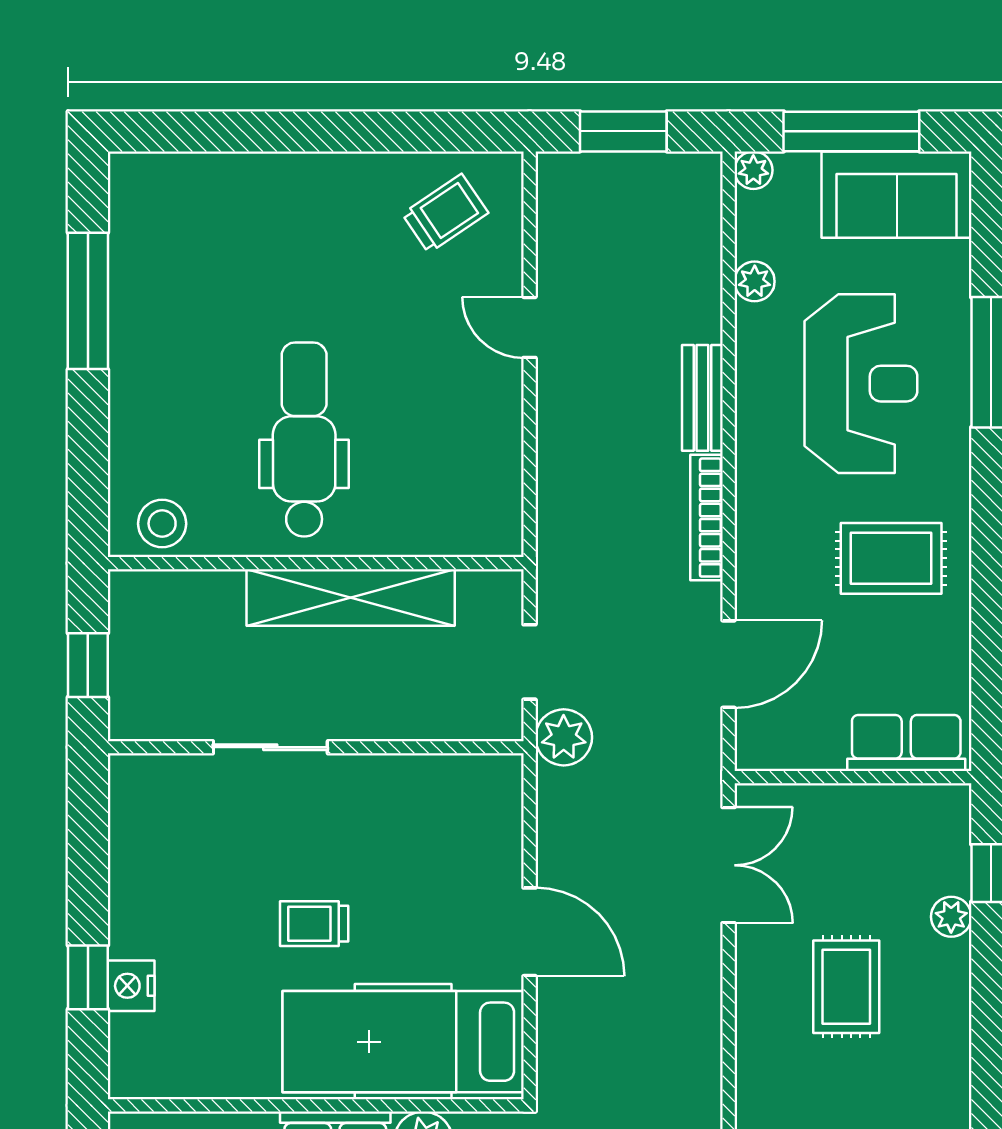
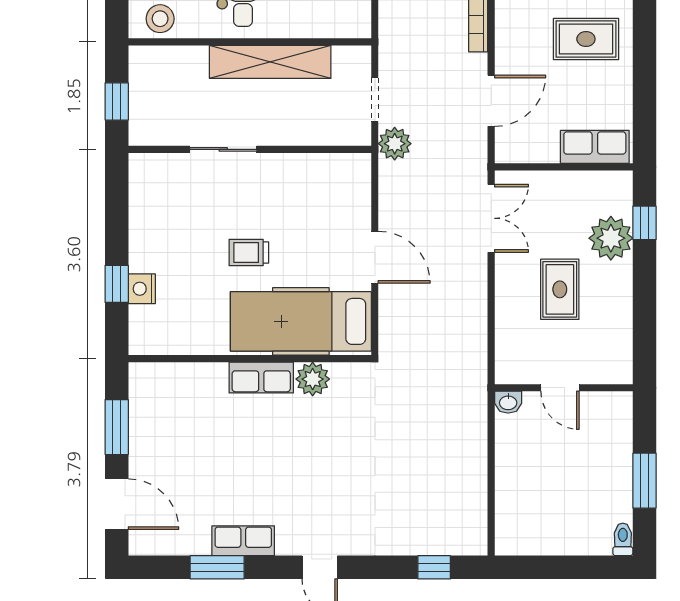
plant: (951, 917) -> (611, 238), width x1.87, depth x1.87

